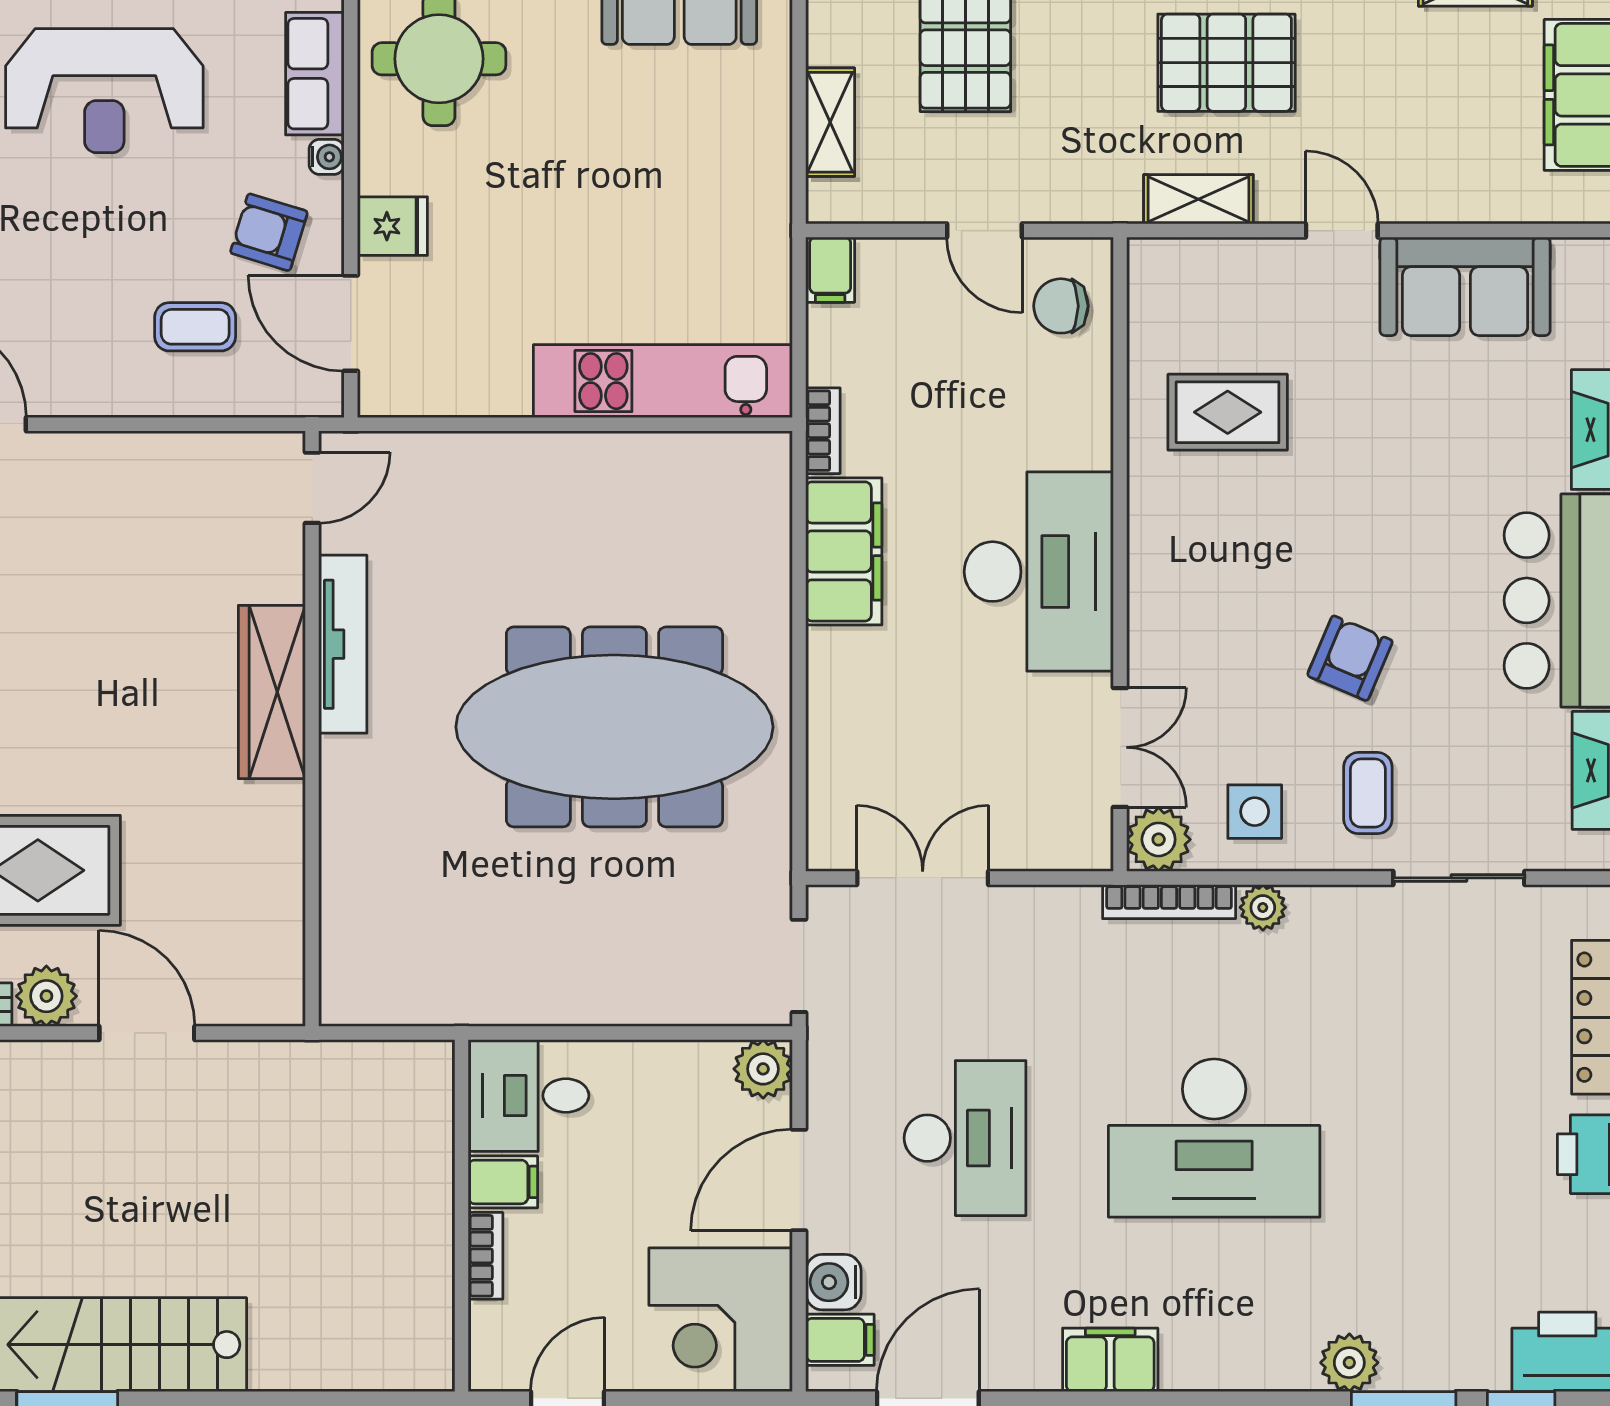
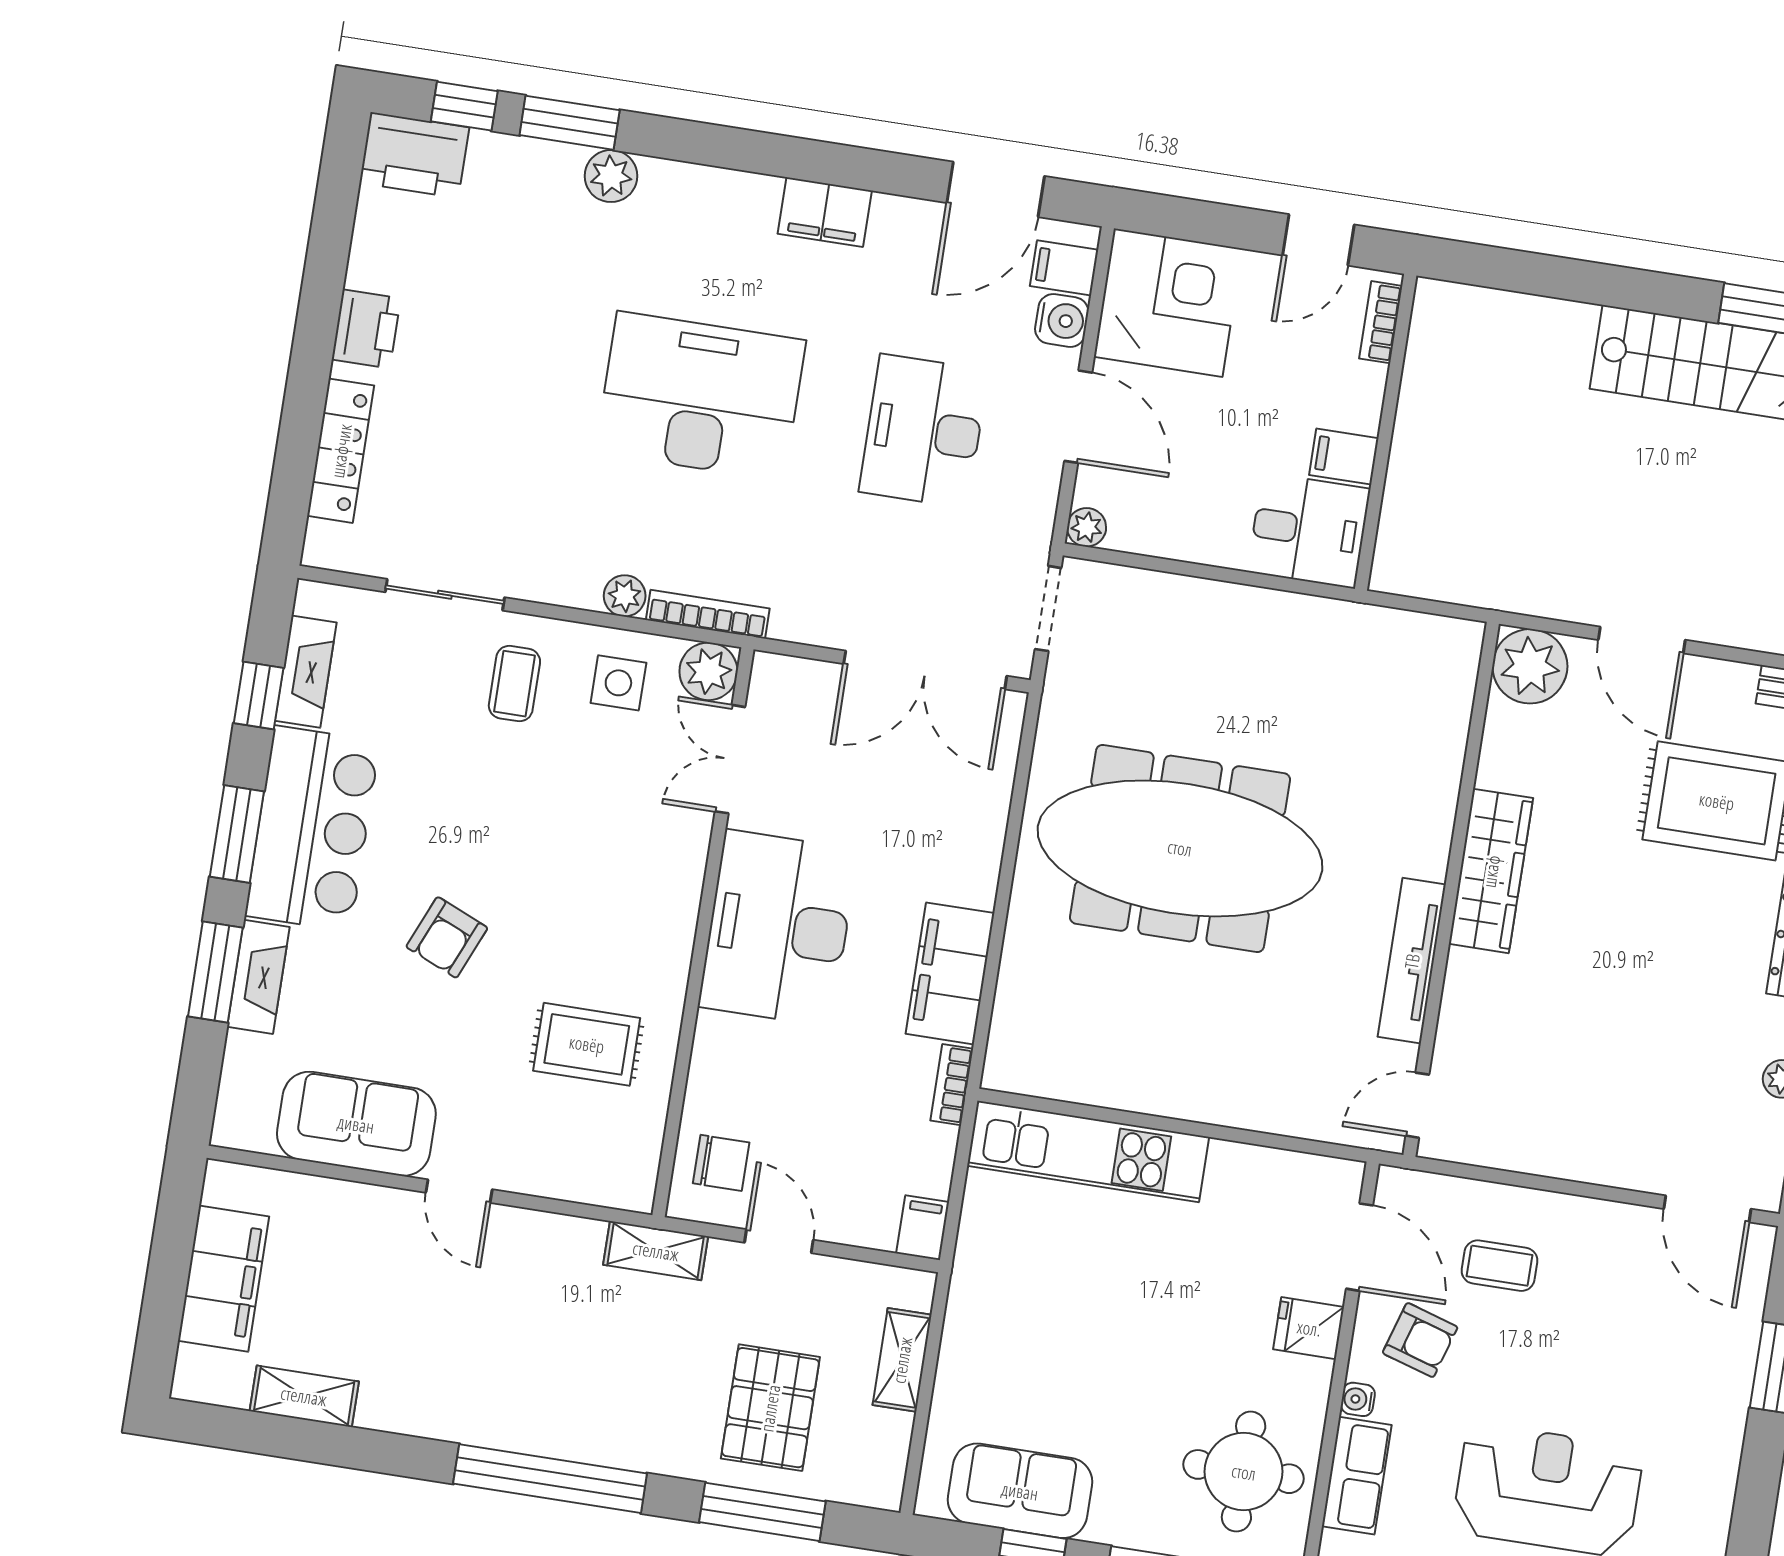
pallet: (1226, 63) -> (539, 1358), removed
shelving: (1198, 199) -> (656, 1251), moved
armchair: (1350, 658) -> (447, 937), moved
wardrobe: (272, 692) -> (1491, 871), moved
double door: (923, 878) -> (925, 670), width x1.37
plant: (46, 996) -> (1530, 666), moved, width x1.36, depth x1.36
plant: (763, 1069) -> (1087, 527), width x0.73, depth x0.73
door: (799, 1180) -> (1078, 417), hinge flipped
bookcase: (485, 1256) -> (1381, 322), moved

